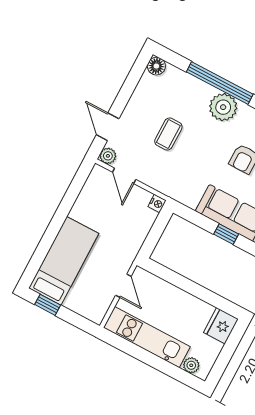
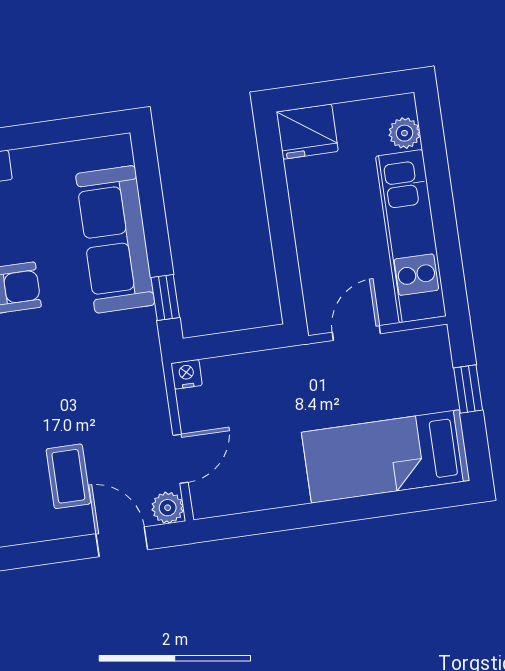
door: (108, 127) -> (122, 542), swing flipped
coffee table: (168, 134) -> (68, 476), moved, turned 90
window: (226, 234) -> (165, 297), moved
window: (48, 305) -> (468, 389), moved

